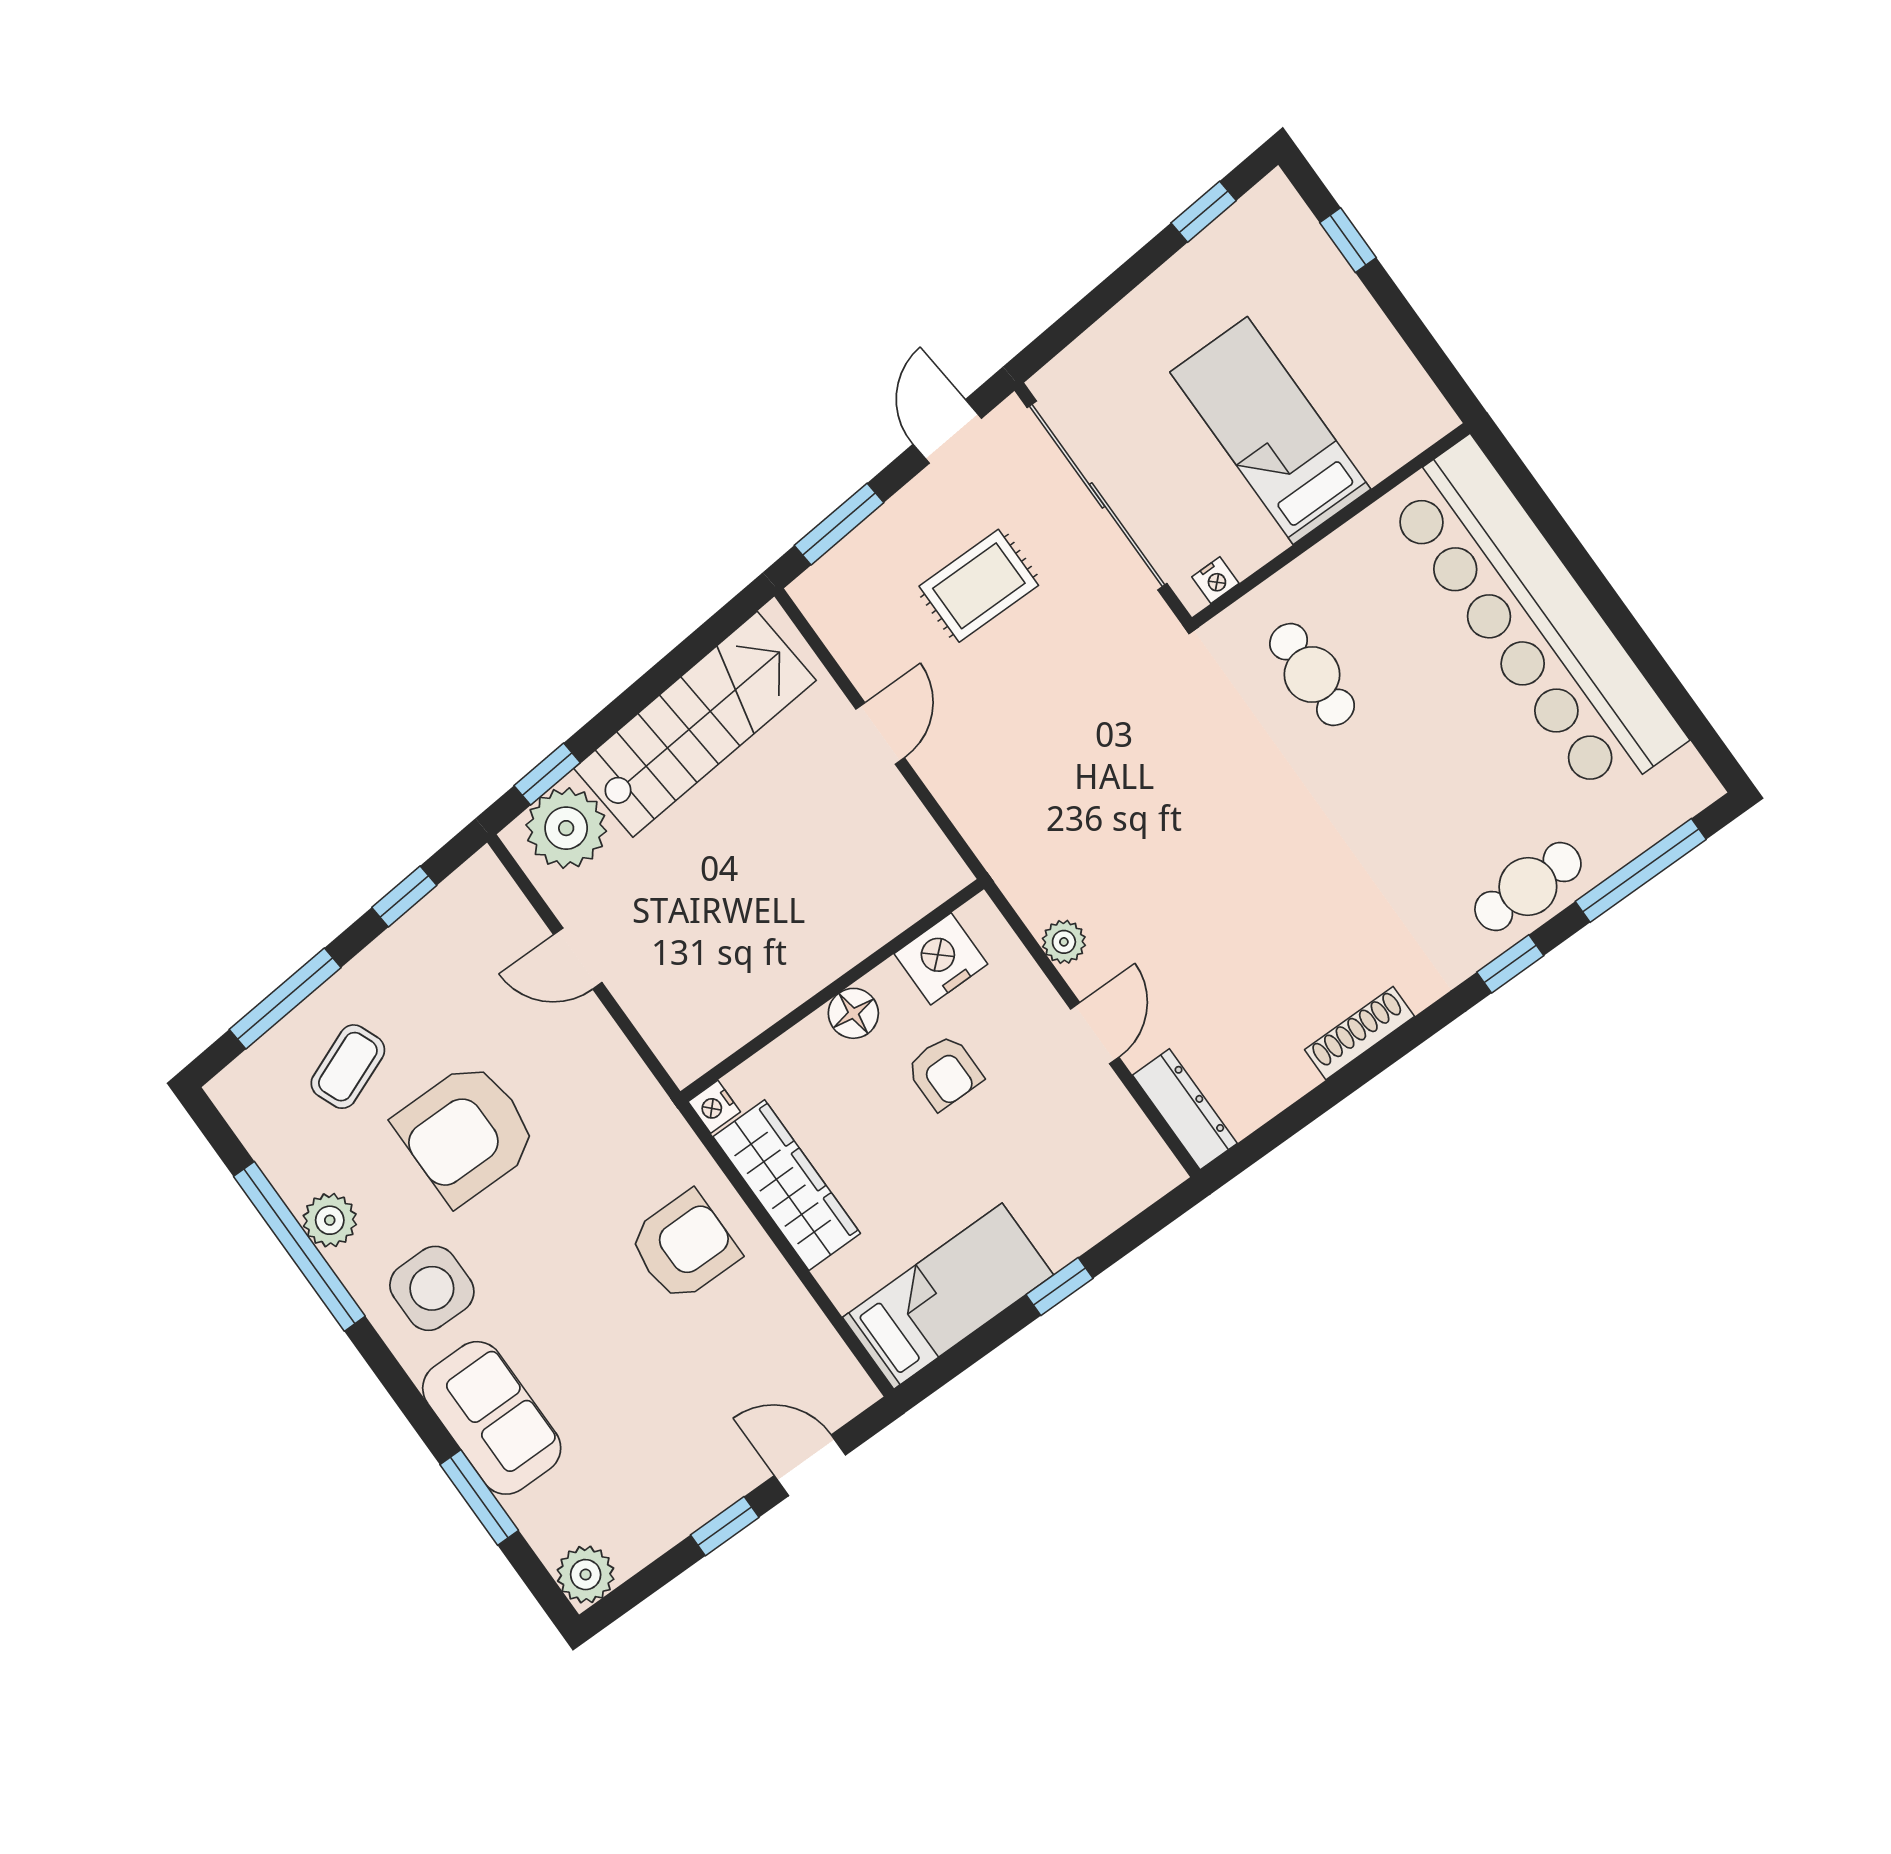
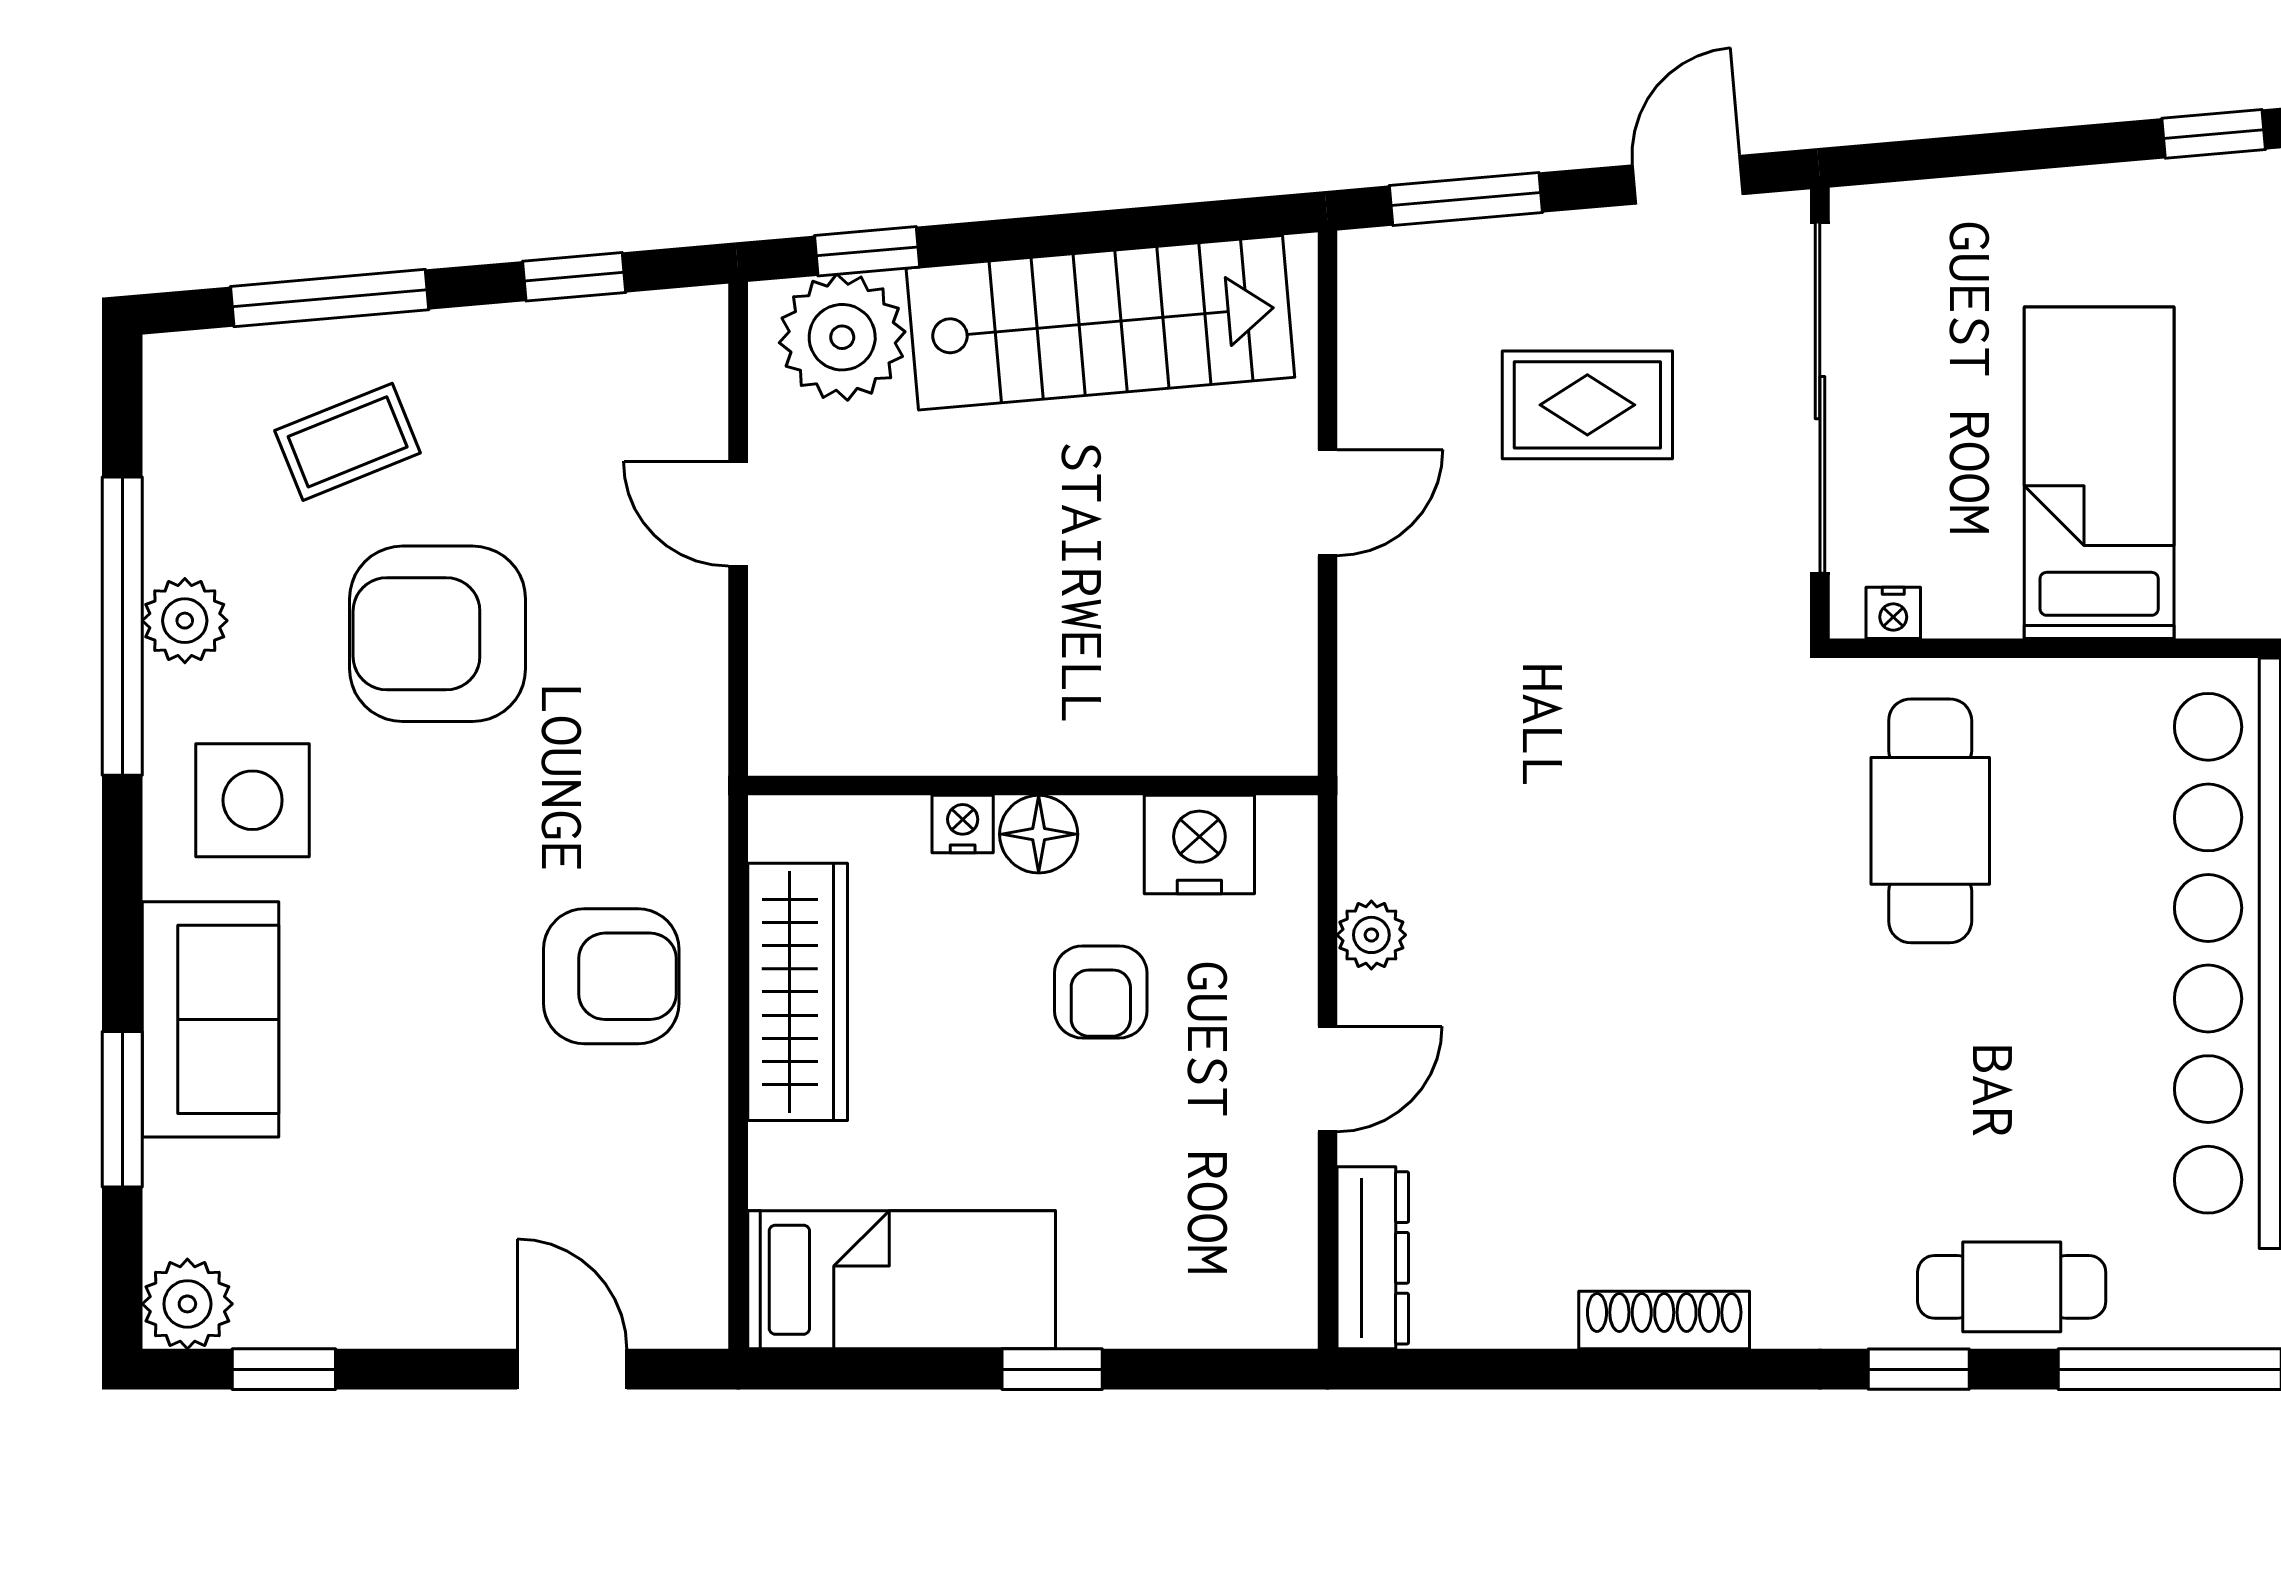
cafe table: (1312, 674) -> (1930, 821), width x1.37, depth x1.35
nightstand: (714, 1107) -> (963, 824), moved, turned 90
window: (725, 1526) -> (284, 1369), moved

